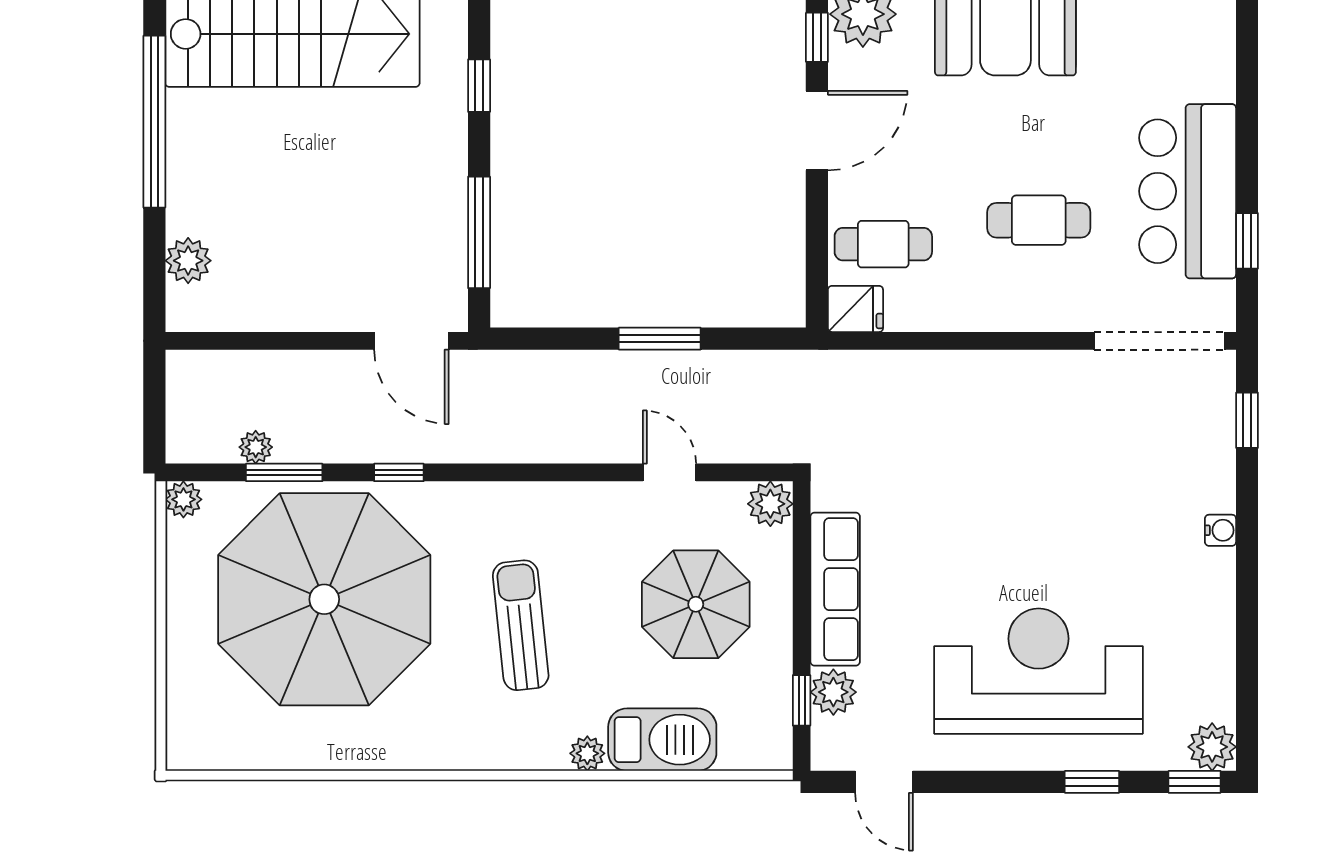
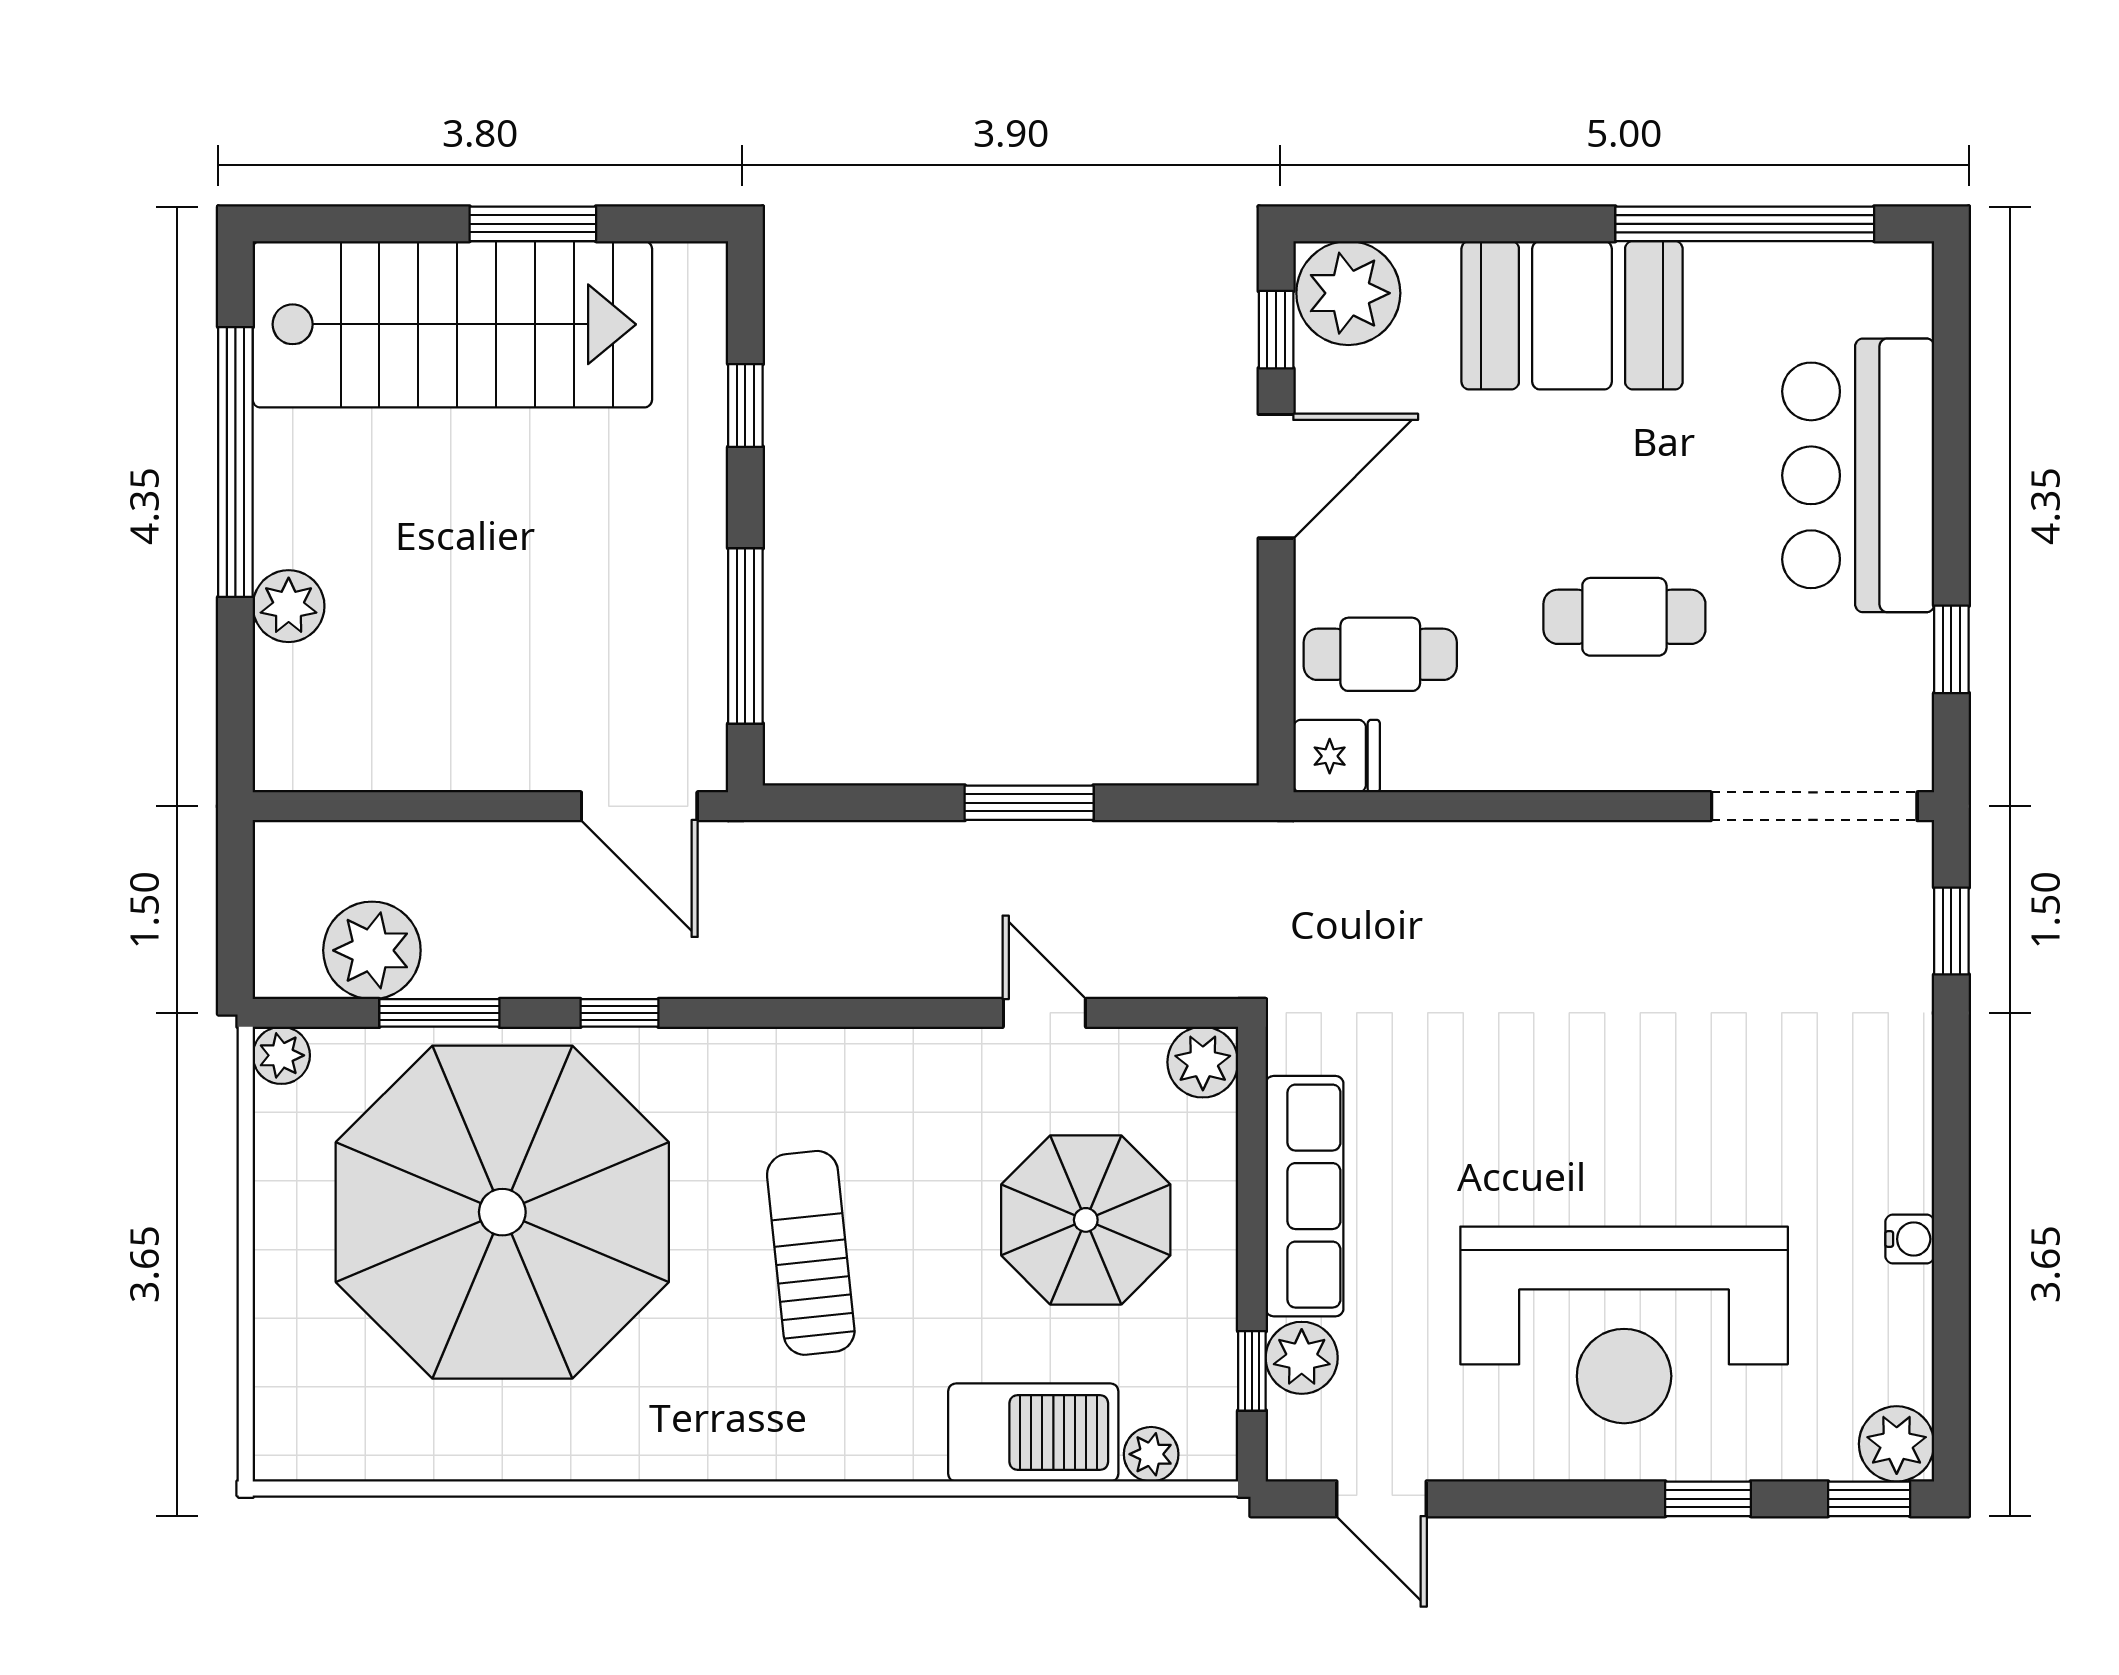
bar counter: (1188, 191) -> (1858, 475), moved
plant: (188, 261) -> (289, 606), moved
plant: (256, 447) -> (372, 950), width x1.88, depth x1.88
water cooler: (1220, 530) -> (1910, 1239), moved
reception desk: (1039, 671) -> (1624, 1325), turned 180
plant: (587, 753) -> (1151, 1454), moved

